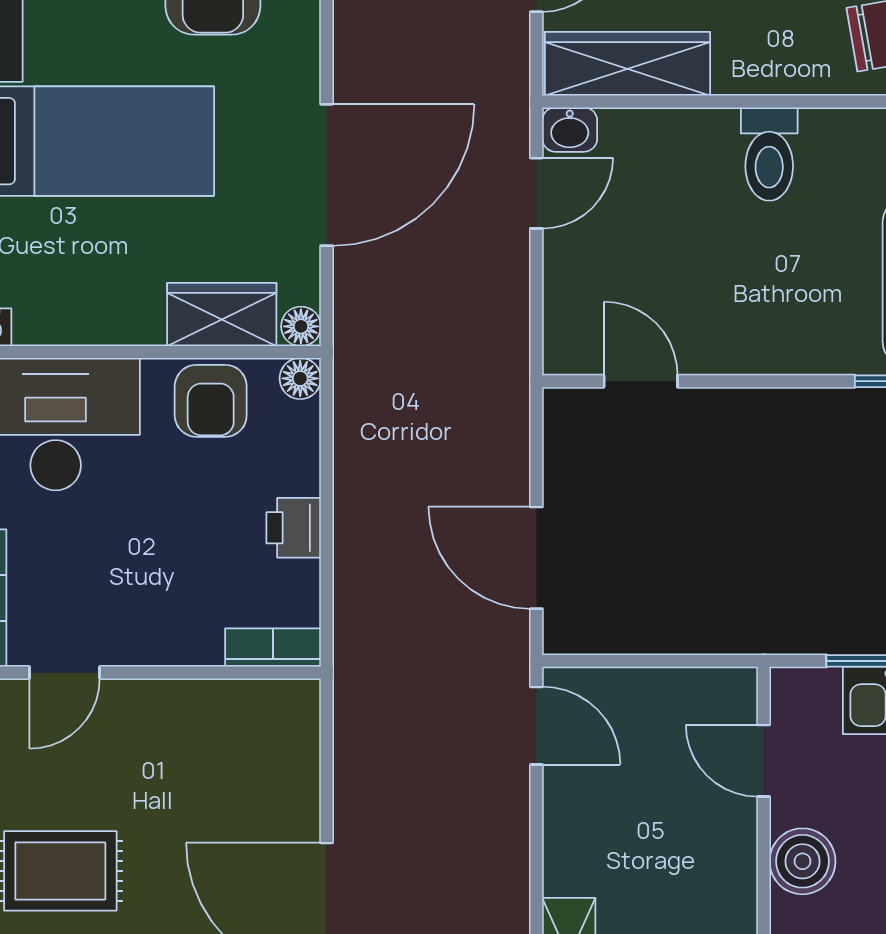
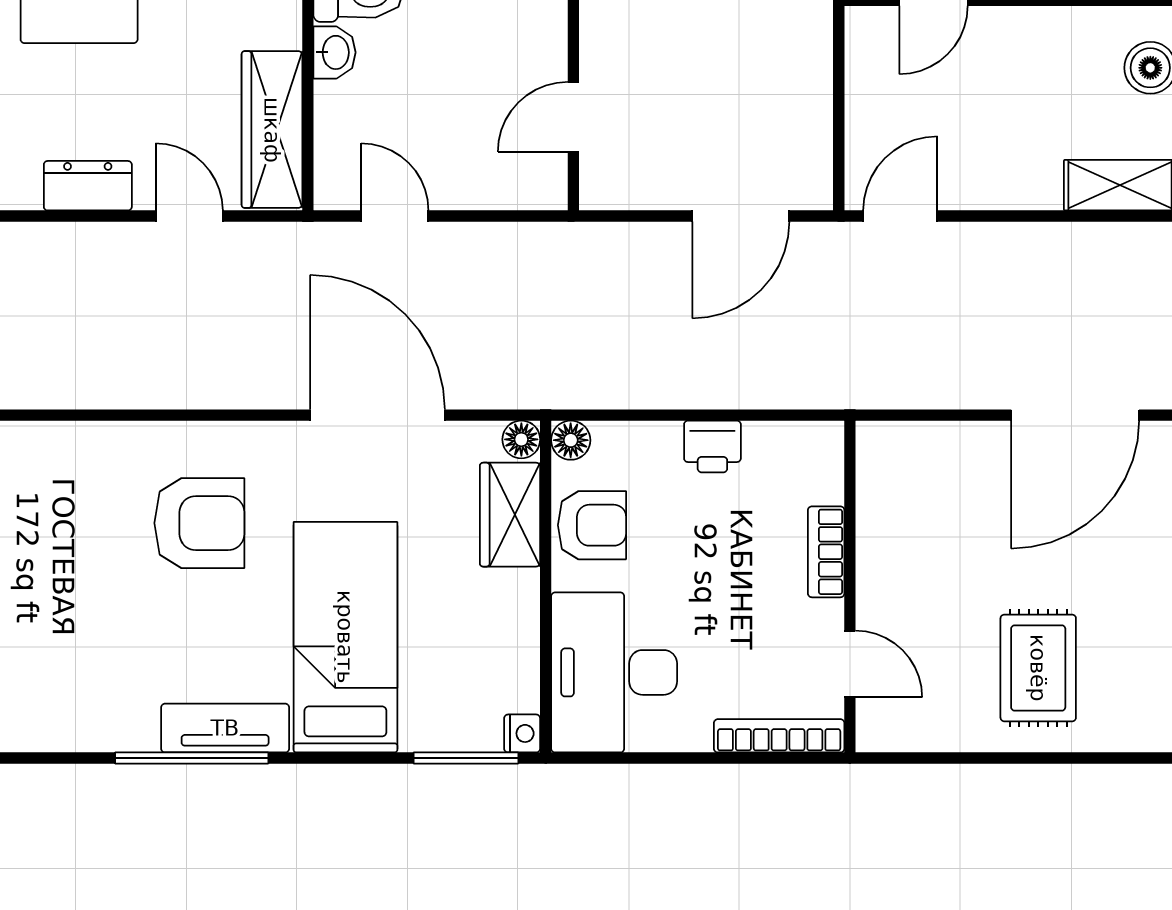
washbasin: (570, 130) -> (334, 52), moved
bookcase: (273, 648) -> (826, 552), moved

